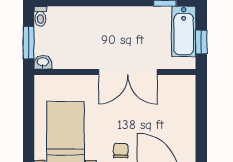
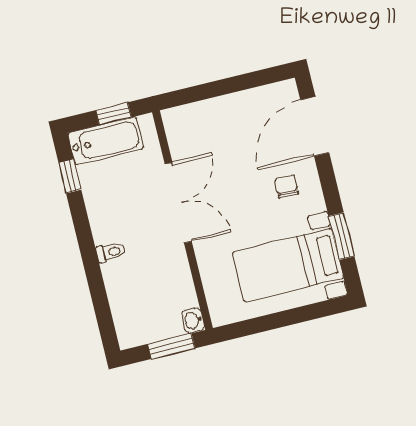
toilet: (40, 16) -> (111, 252), moved
chair: (121, 151) -> (287, 187), turned 90

